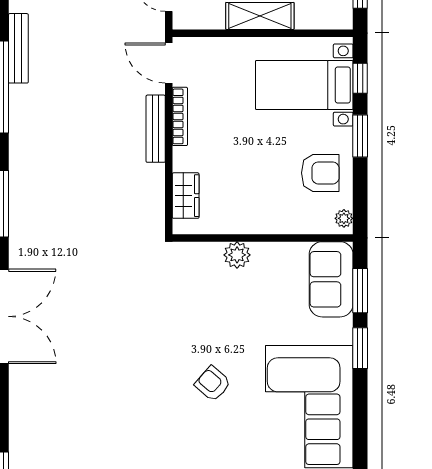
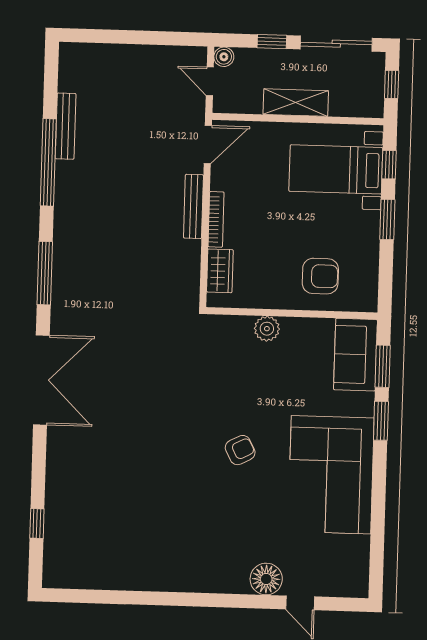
door: (169, 63) -> (208, 145), swing flipped
bookcase: (180, 116) -> (216, 219), moved
armchair: (320, 173) -> (320, 276), moved
plant: (344, 218) -> (369, 297), removed
armchair: (213, 384) -> (240, 450), turned 112

